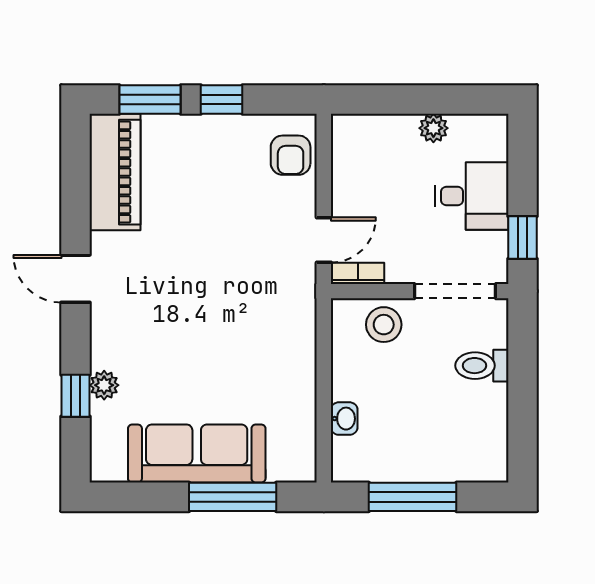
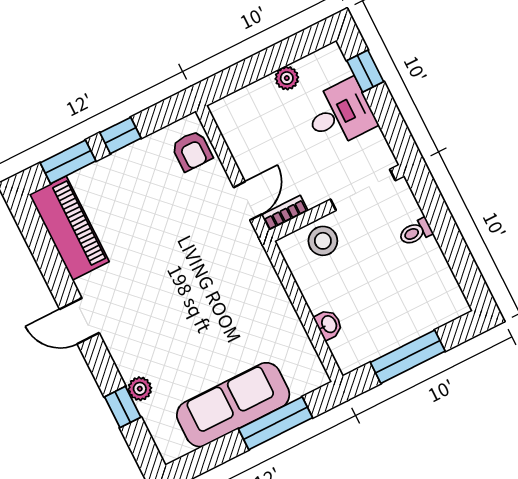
window: (522, 237) -> (365, 71), moved
toilet: (482, 366) -> (416, 232), width x0.73, depth x0.72

